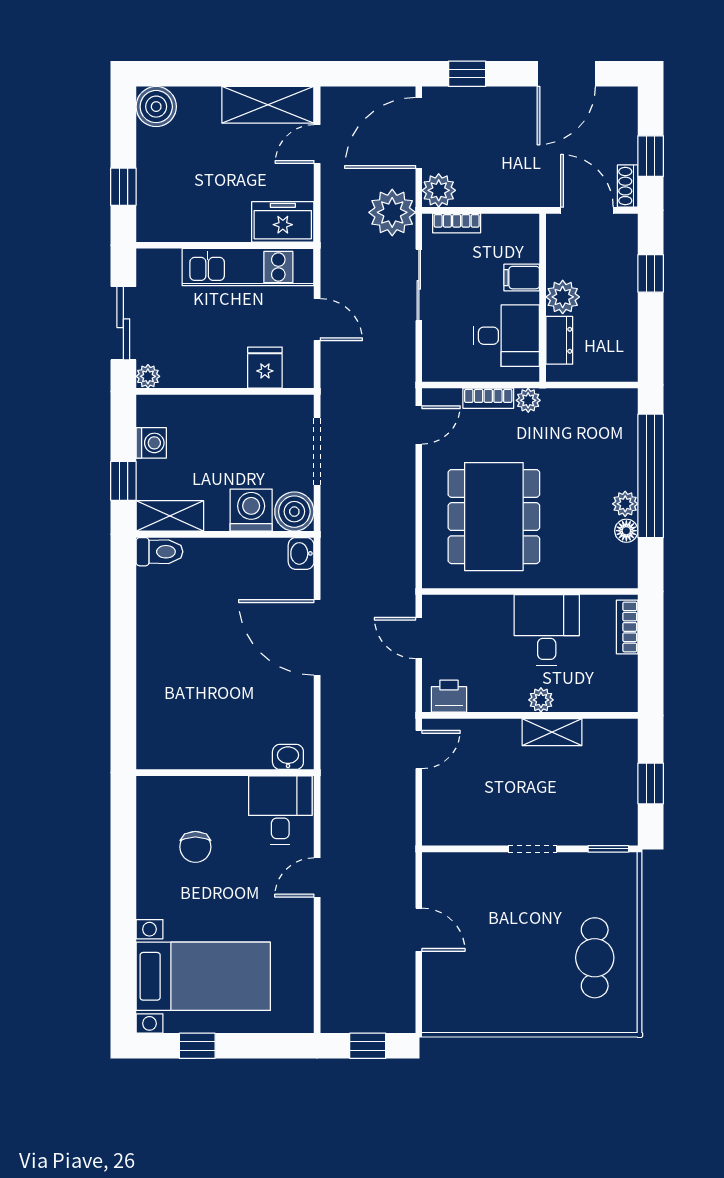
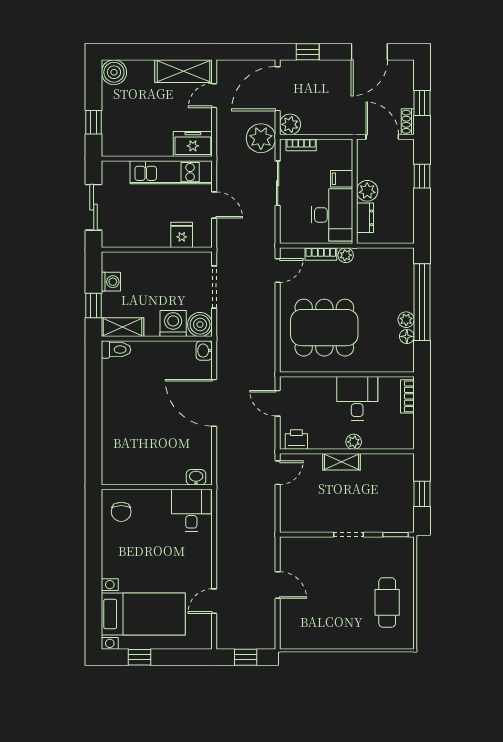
desk: (506, 336) -> (332, 215), width x1.37
plant: (148, 376) -> (109, 240), removed
dining table: (494, 517) -> (324, 328), turned 90
shelving: (552, 732) -> (342, 462), moved
chair: (195, 847) -> (121, 512), moved
door: (317, 877) -> (214, 601), moved

